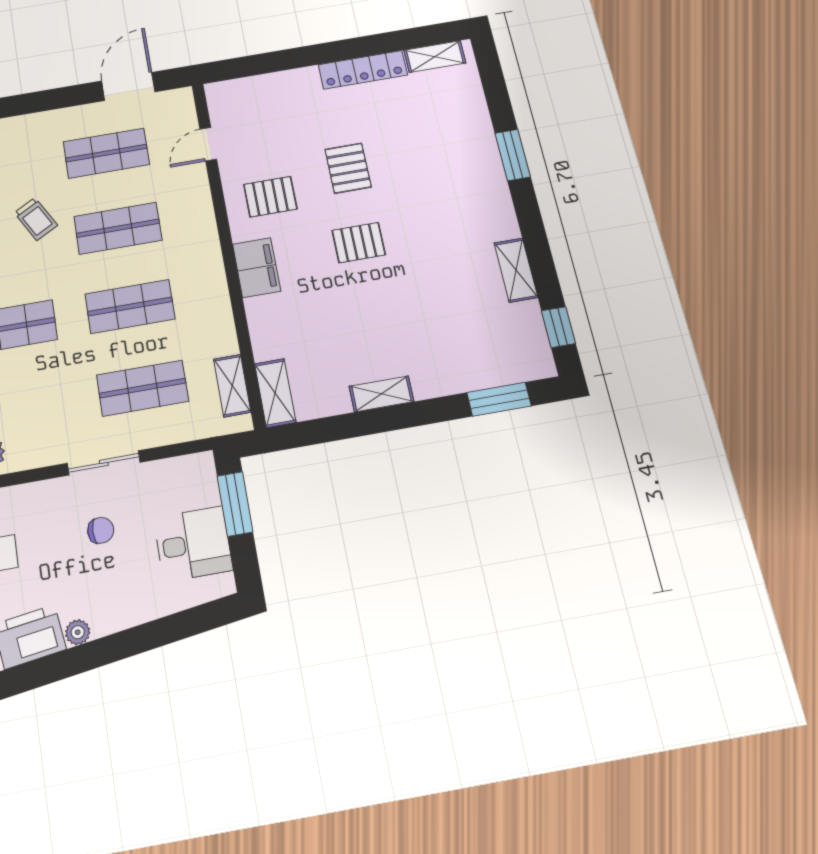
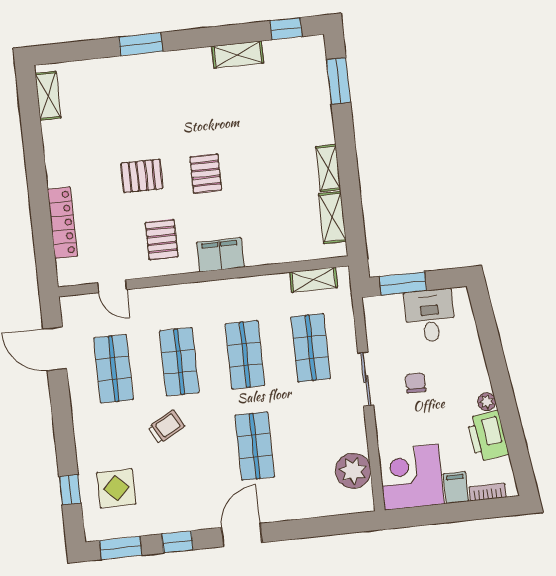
locker: (363, 70) -> (62, 223), moved
shelving: (275, 393) -> (332, 218), moved, turned 90

